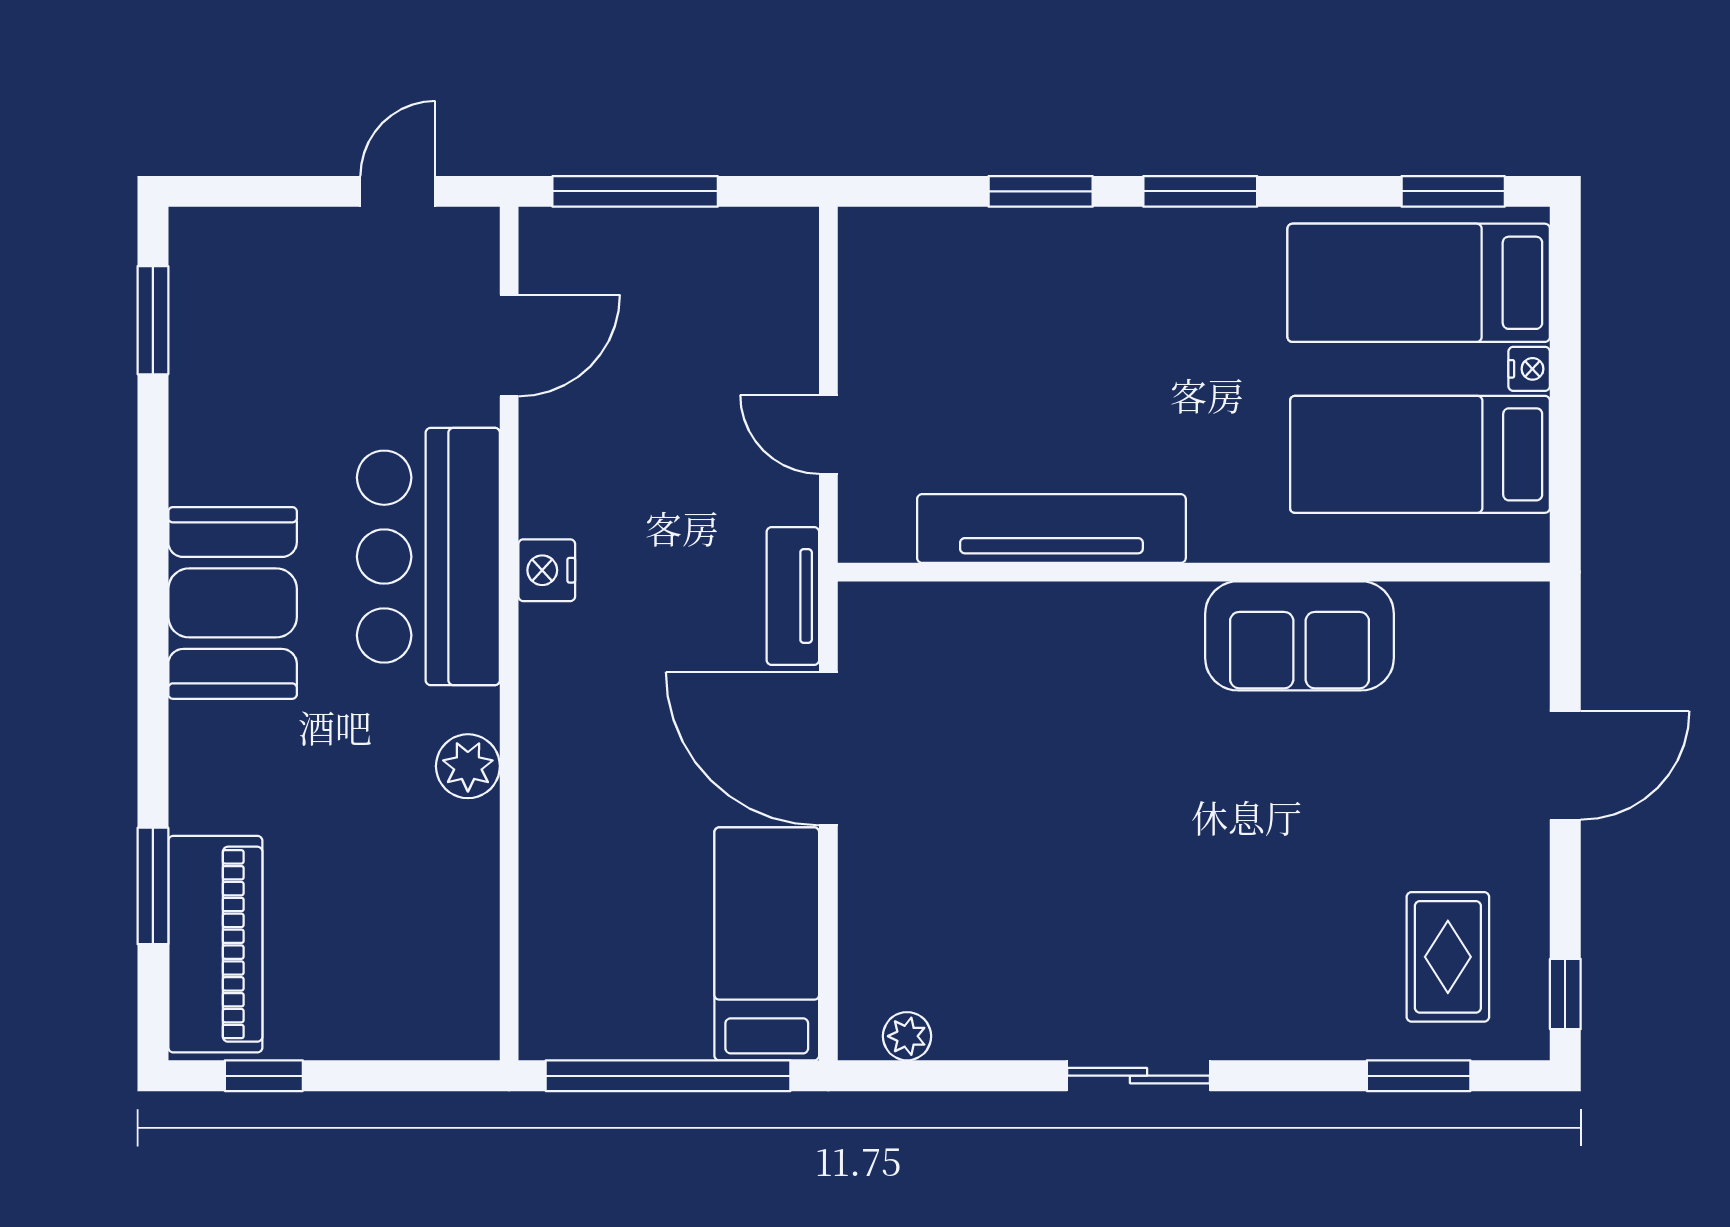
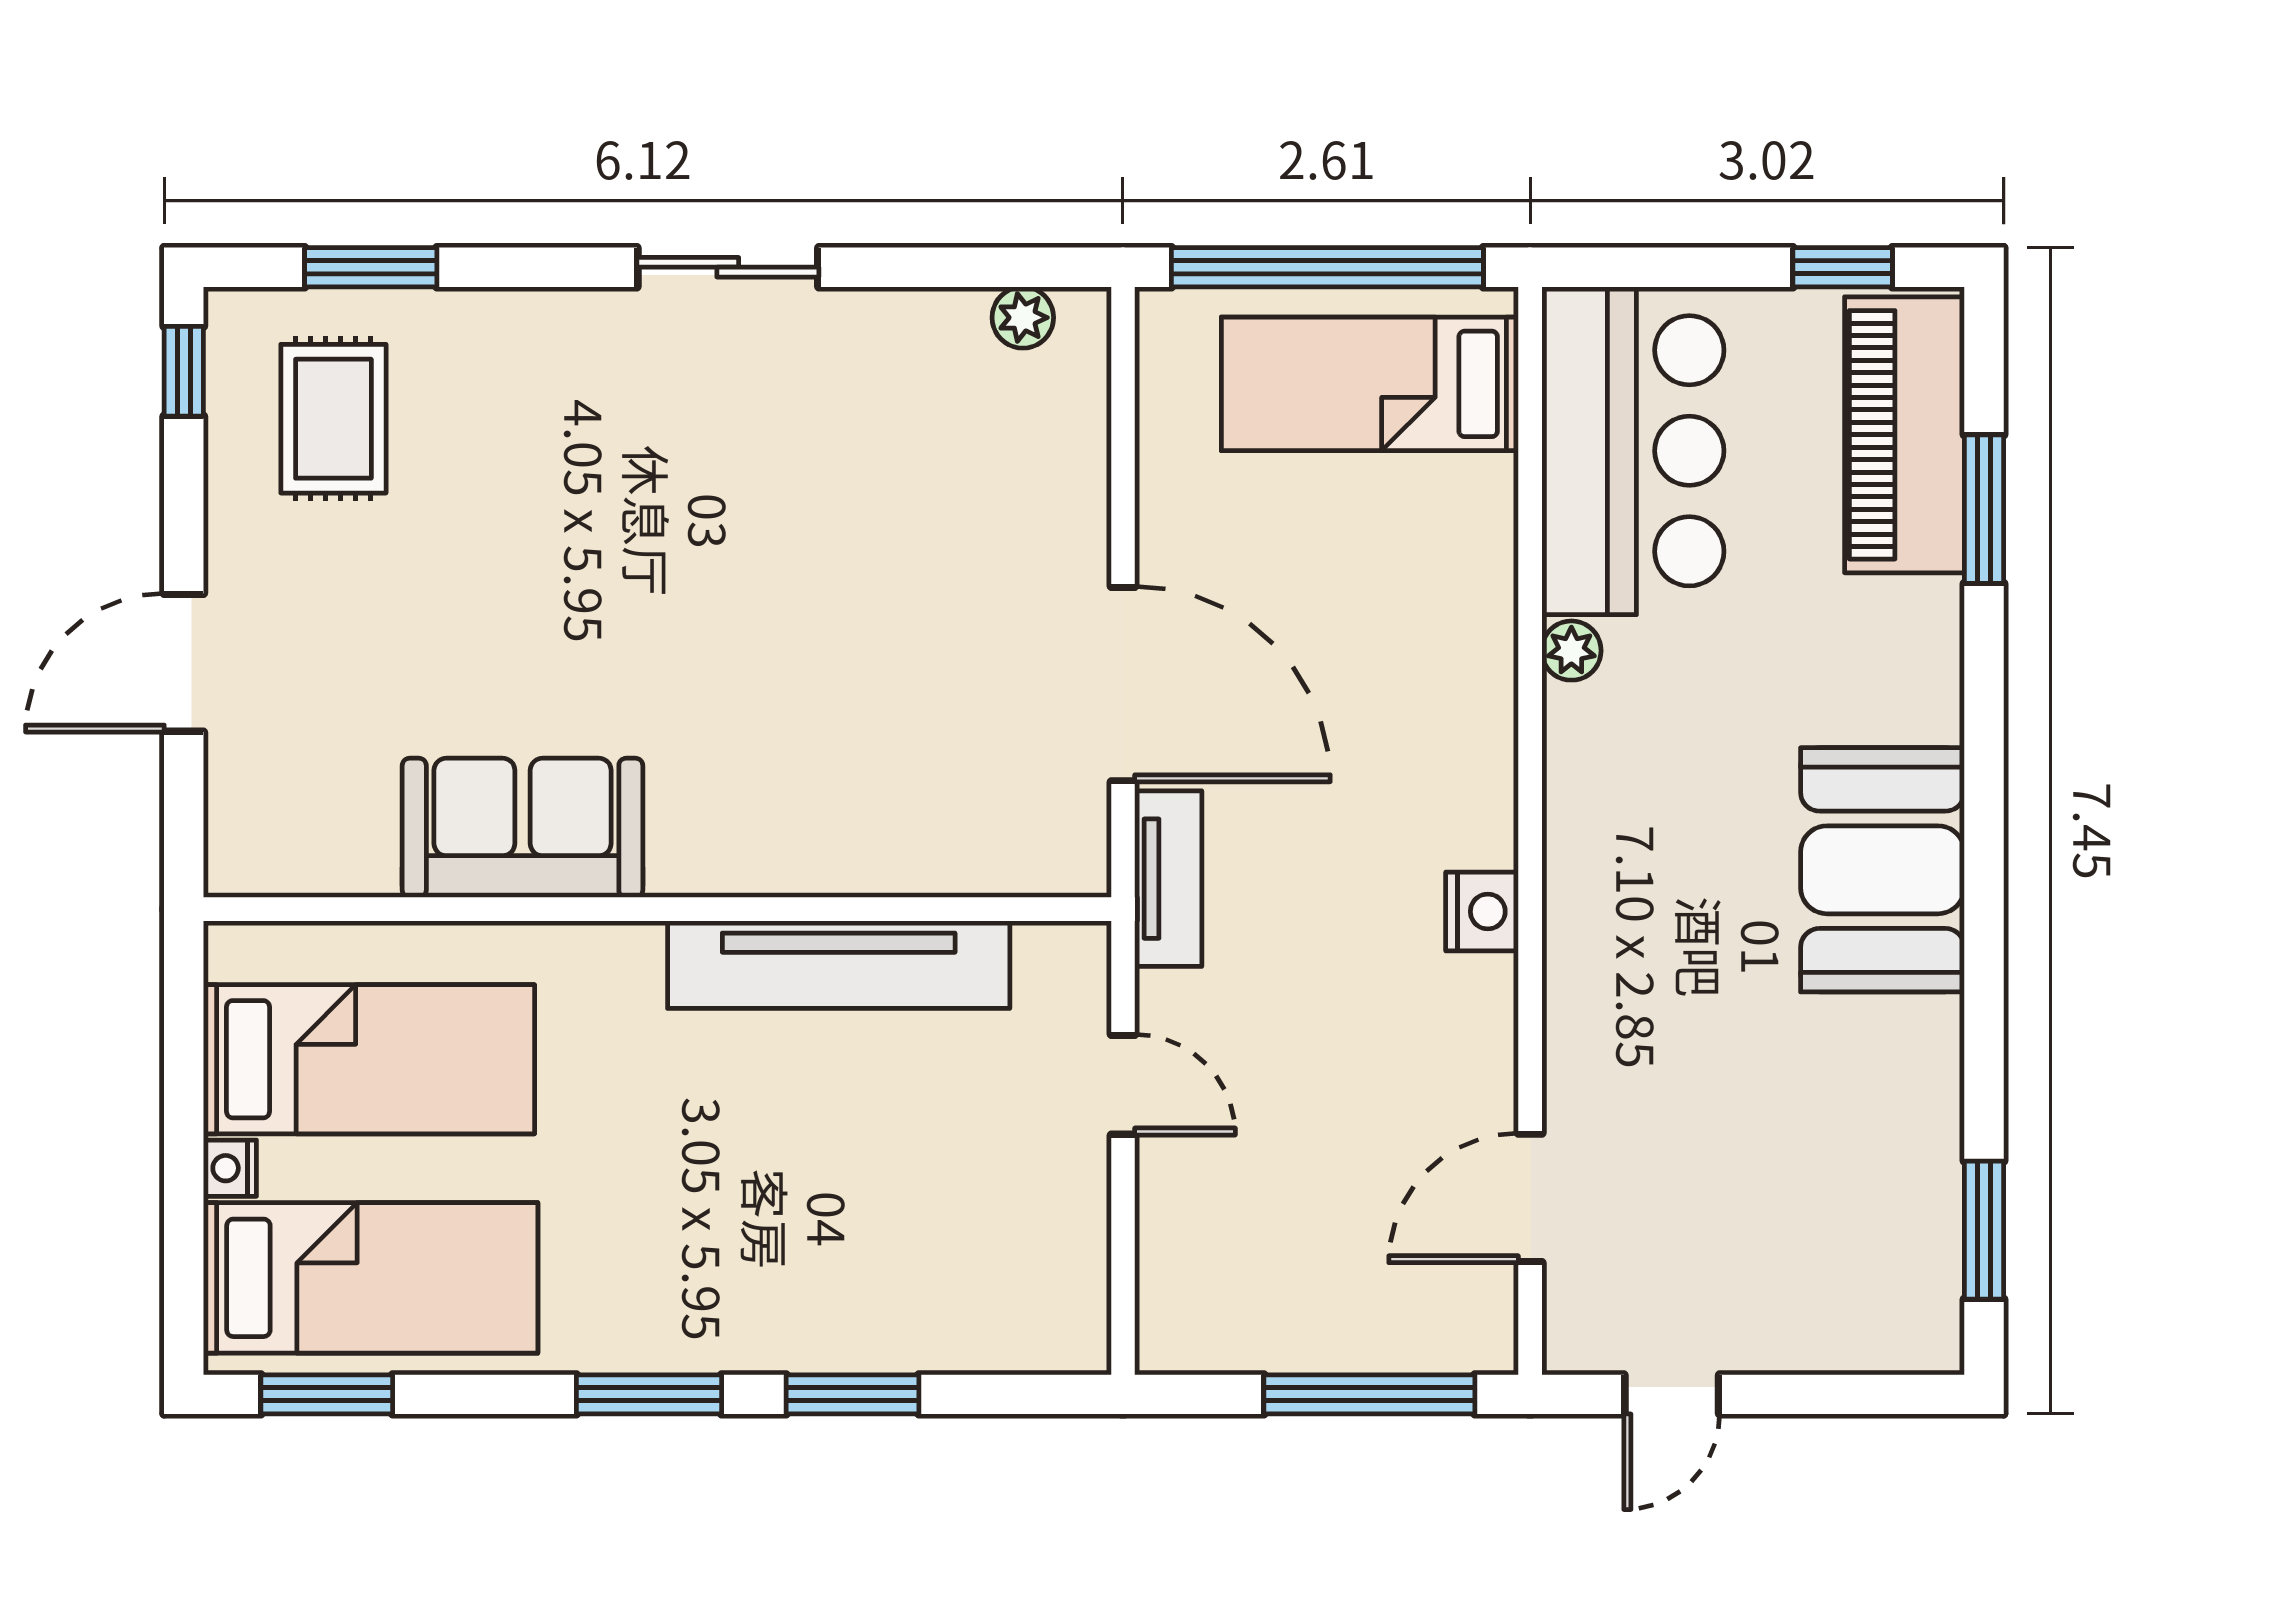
bar counter: (428, 557) -> (1633, 451), moved
plant: (468, 766) -> (1571, 651), width x0.73, depth x0.73
bed: (767, 944) -> (1370, 384), moved, turned 90

